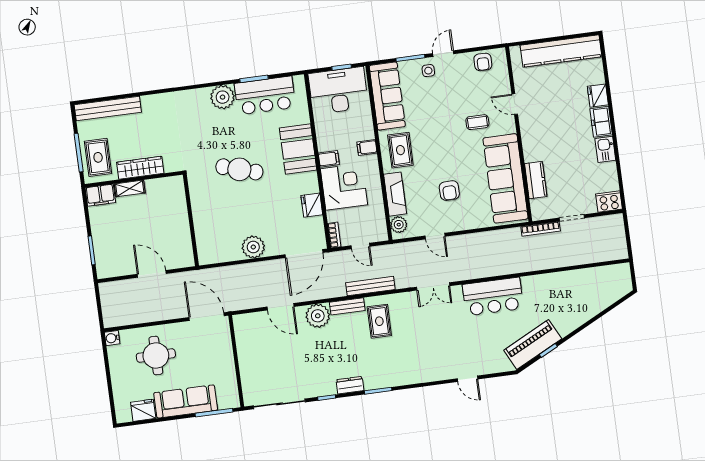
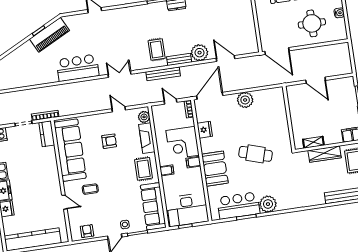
kitchen counter: (536, 180) -> (47, 134), moved
shelving: (130, 188) -> (313, 142), moved
armchair: (449, 191) -> (109, 141), turned 91
water cooler: (112, 338) -> (339, 13), moved

